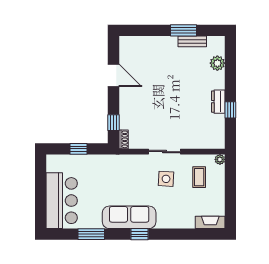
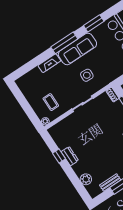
side table: (166, 179) -> (87, 75), moved
fireplace: (210, 222) -> (49, 63), moved
window: (139, 234) -> (64, 43), width x2.17

